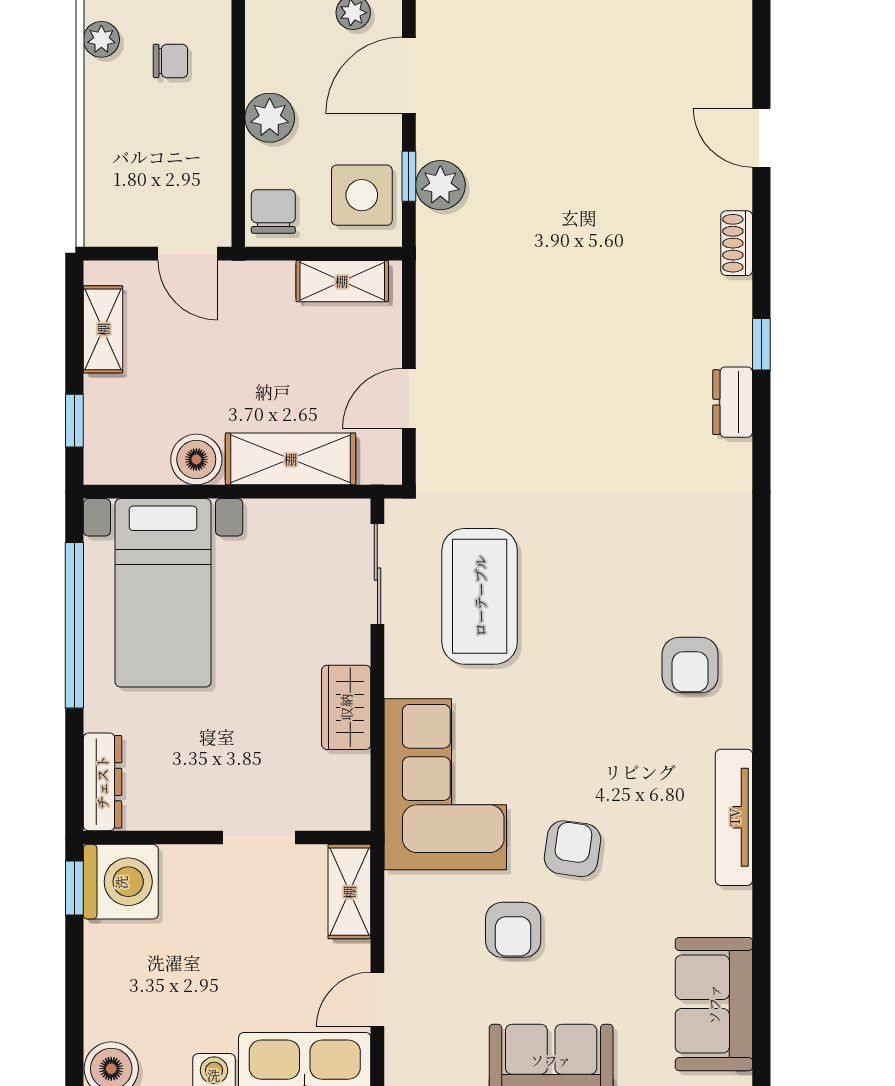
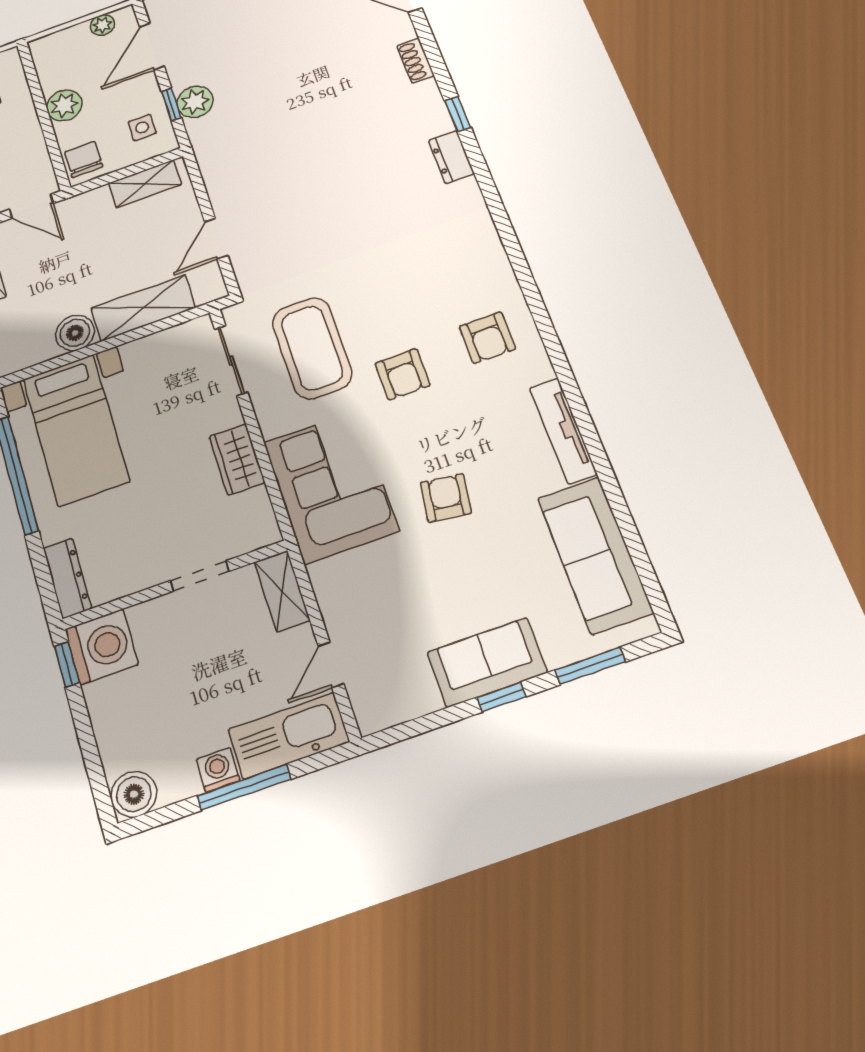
side table: (362, 195) -> (142, 127), width x0.54, depth x0.54
armchair: (513, 930) -> (403, 374), moved
sofa: (714, 1004) -> (595, 555), width x1.36

